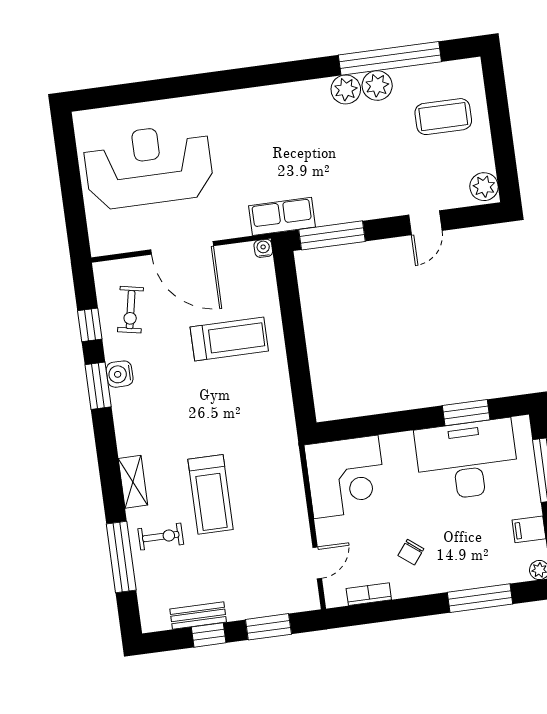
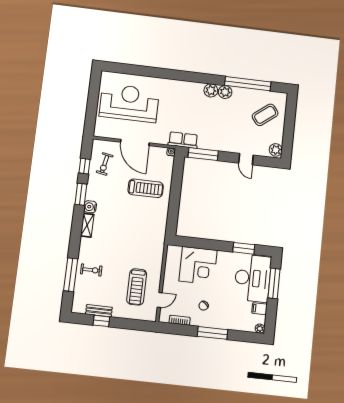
plant: (377, 86) -> (211, 90), moved
coffee table: (443, 117) -> (265, 115), turned -38
door: (425, 223) -> (246, 159), hinge flipped
water cooler: (120, 374) -> (90, 207), moved
desk: (467, 460) -> (253, 278), moved, turned 90
corner desk: (346, 477) -> (198, 266), moved
shelving: (133, 482) -> (87, 225), moved
treadmill: (210, 494) -> (137, 287), moved
window: (480, 598) -> (213, 333), moved
window: (268, 627) -> (130, 324), removed

